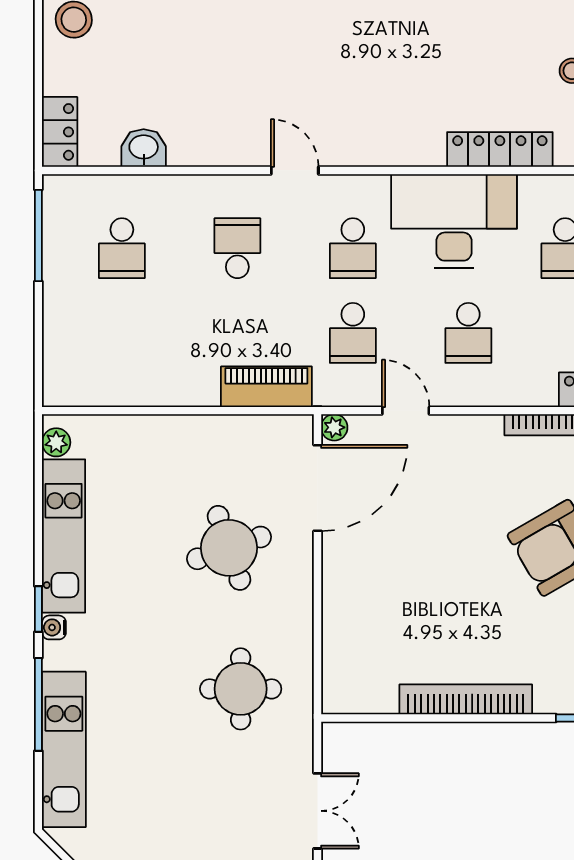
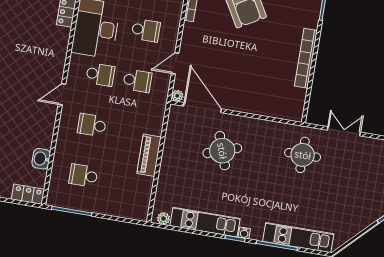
school desk: (122, 248) -> (83, 176), turned 180
piano: (266, 387) -> (149, 155), moved
round table: (241, 689) -> (303, 155), moved

